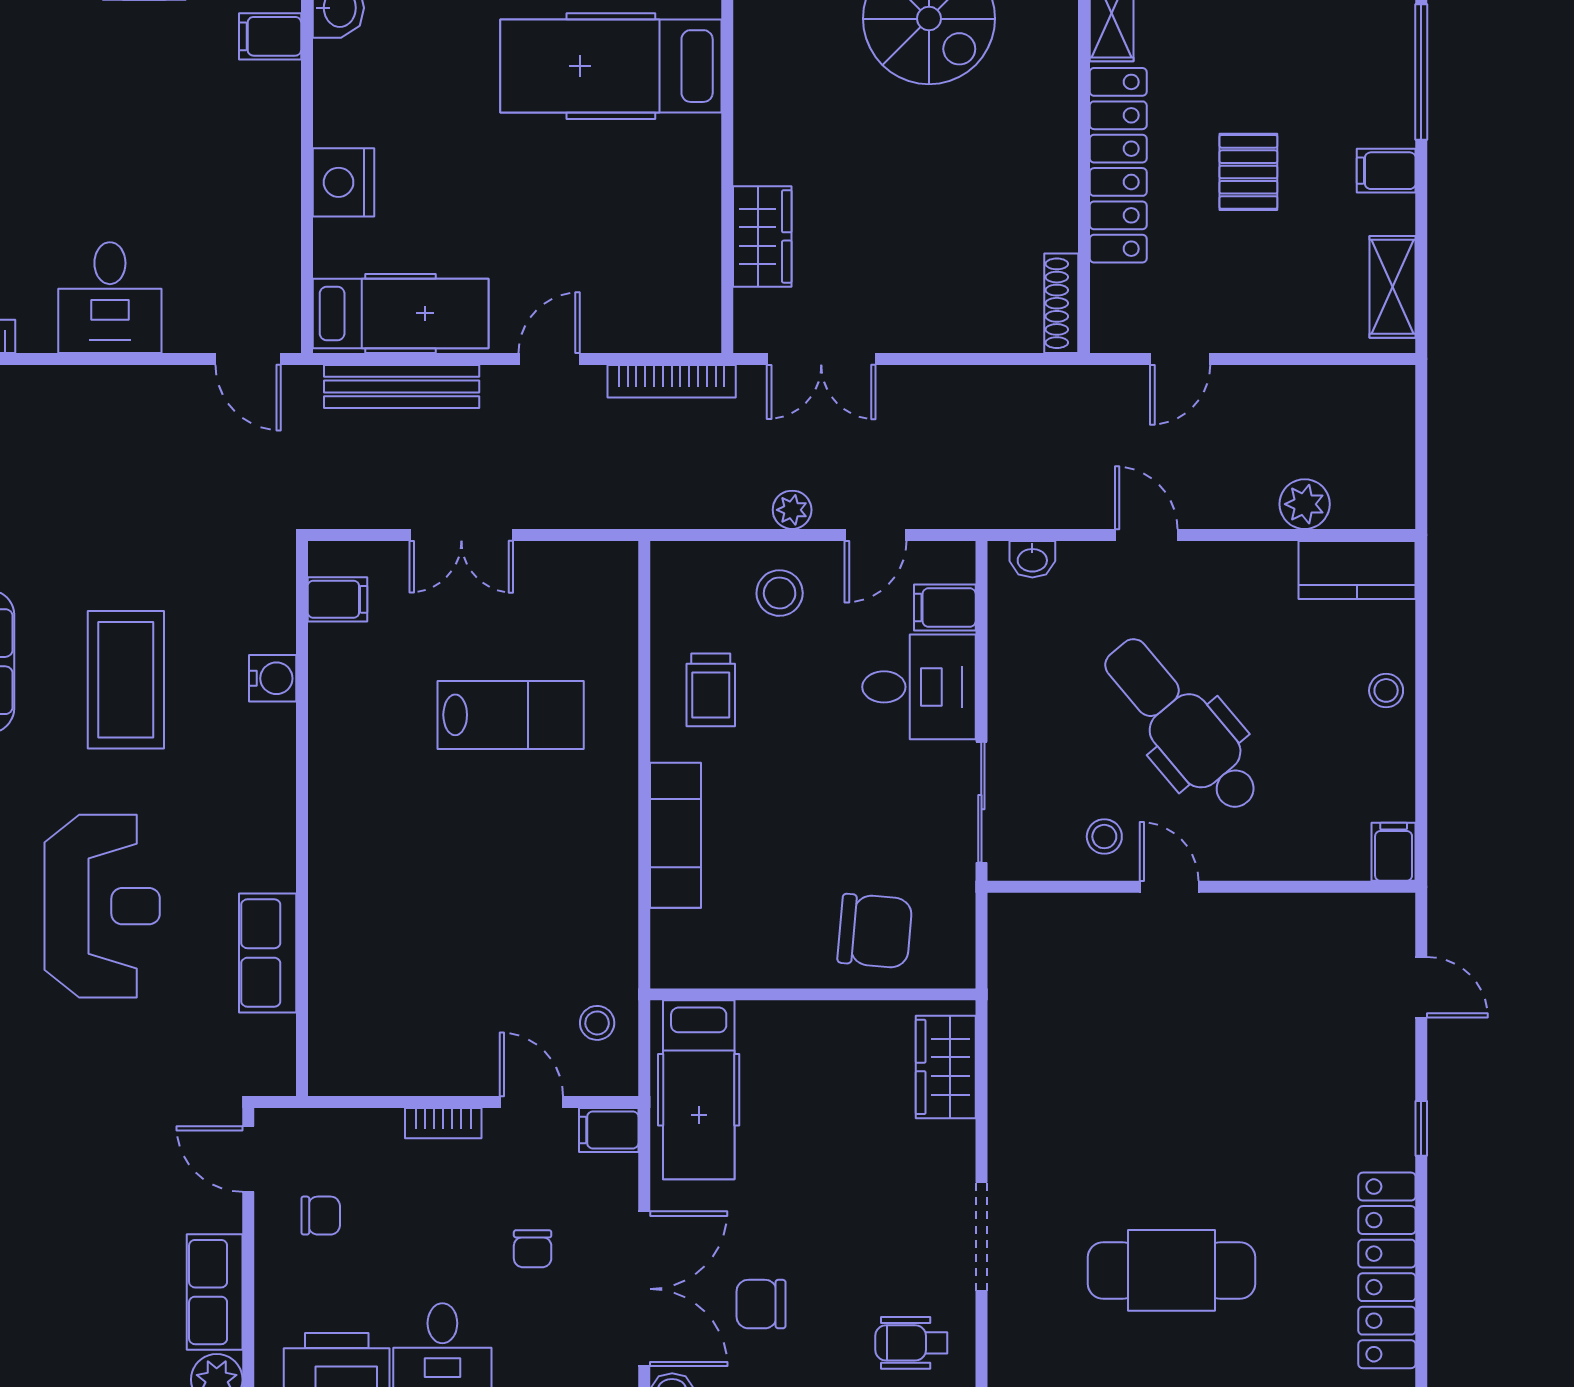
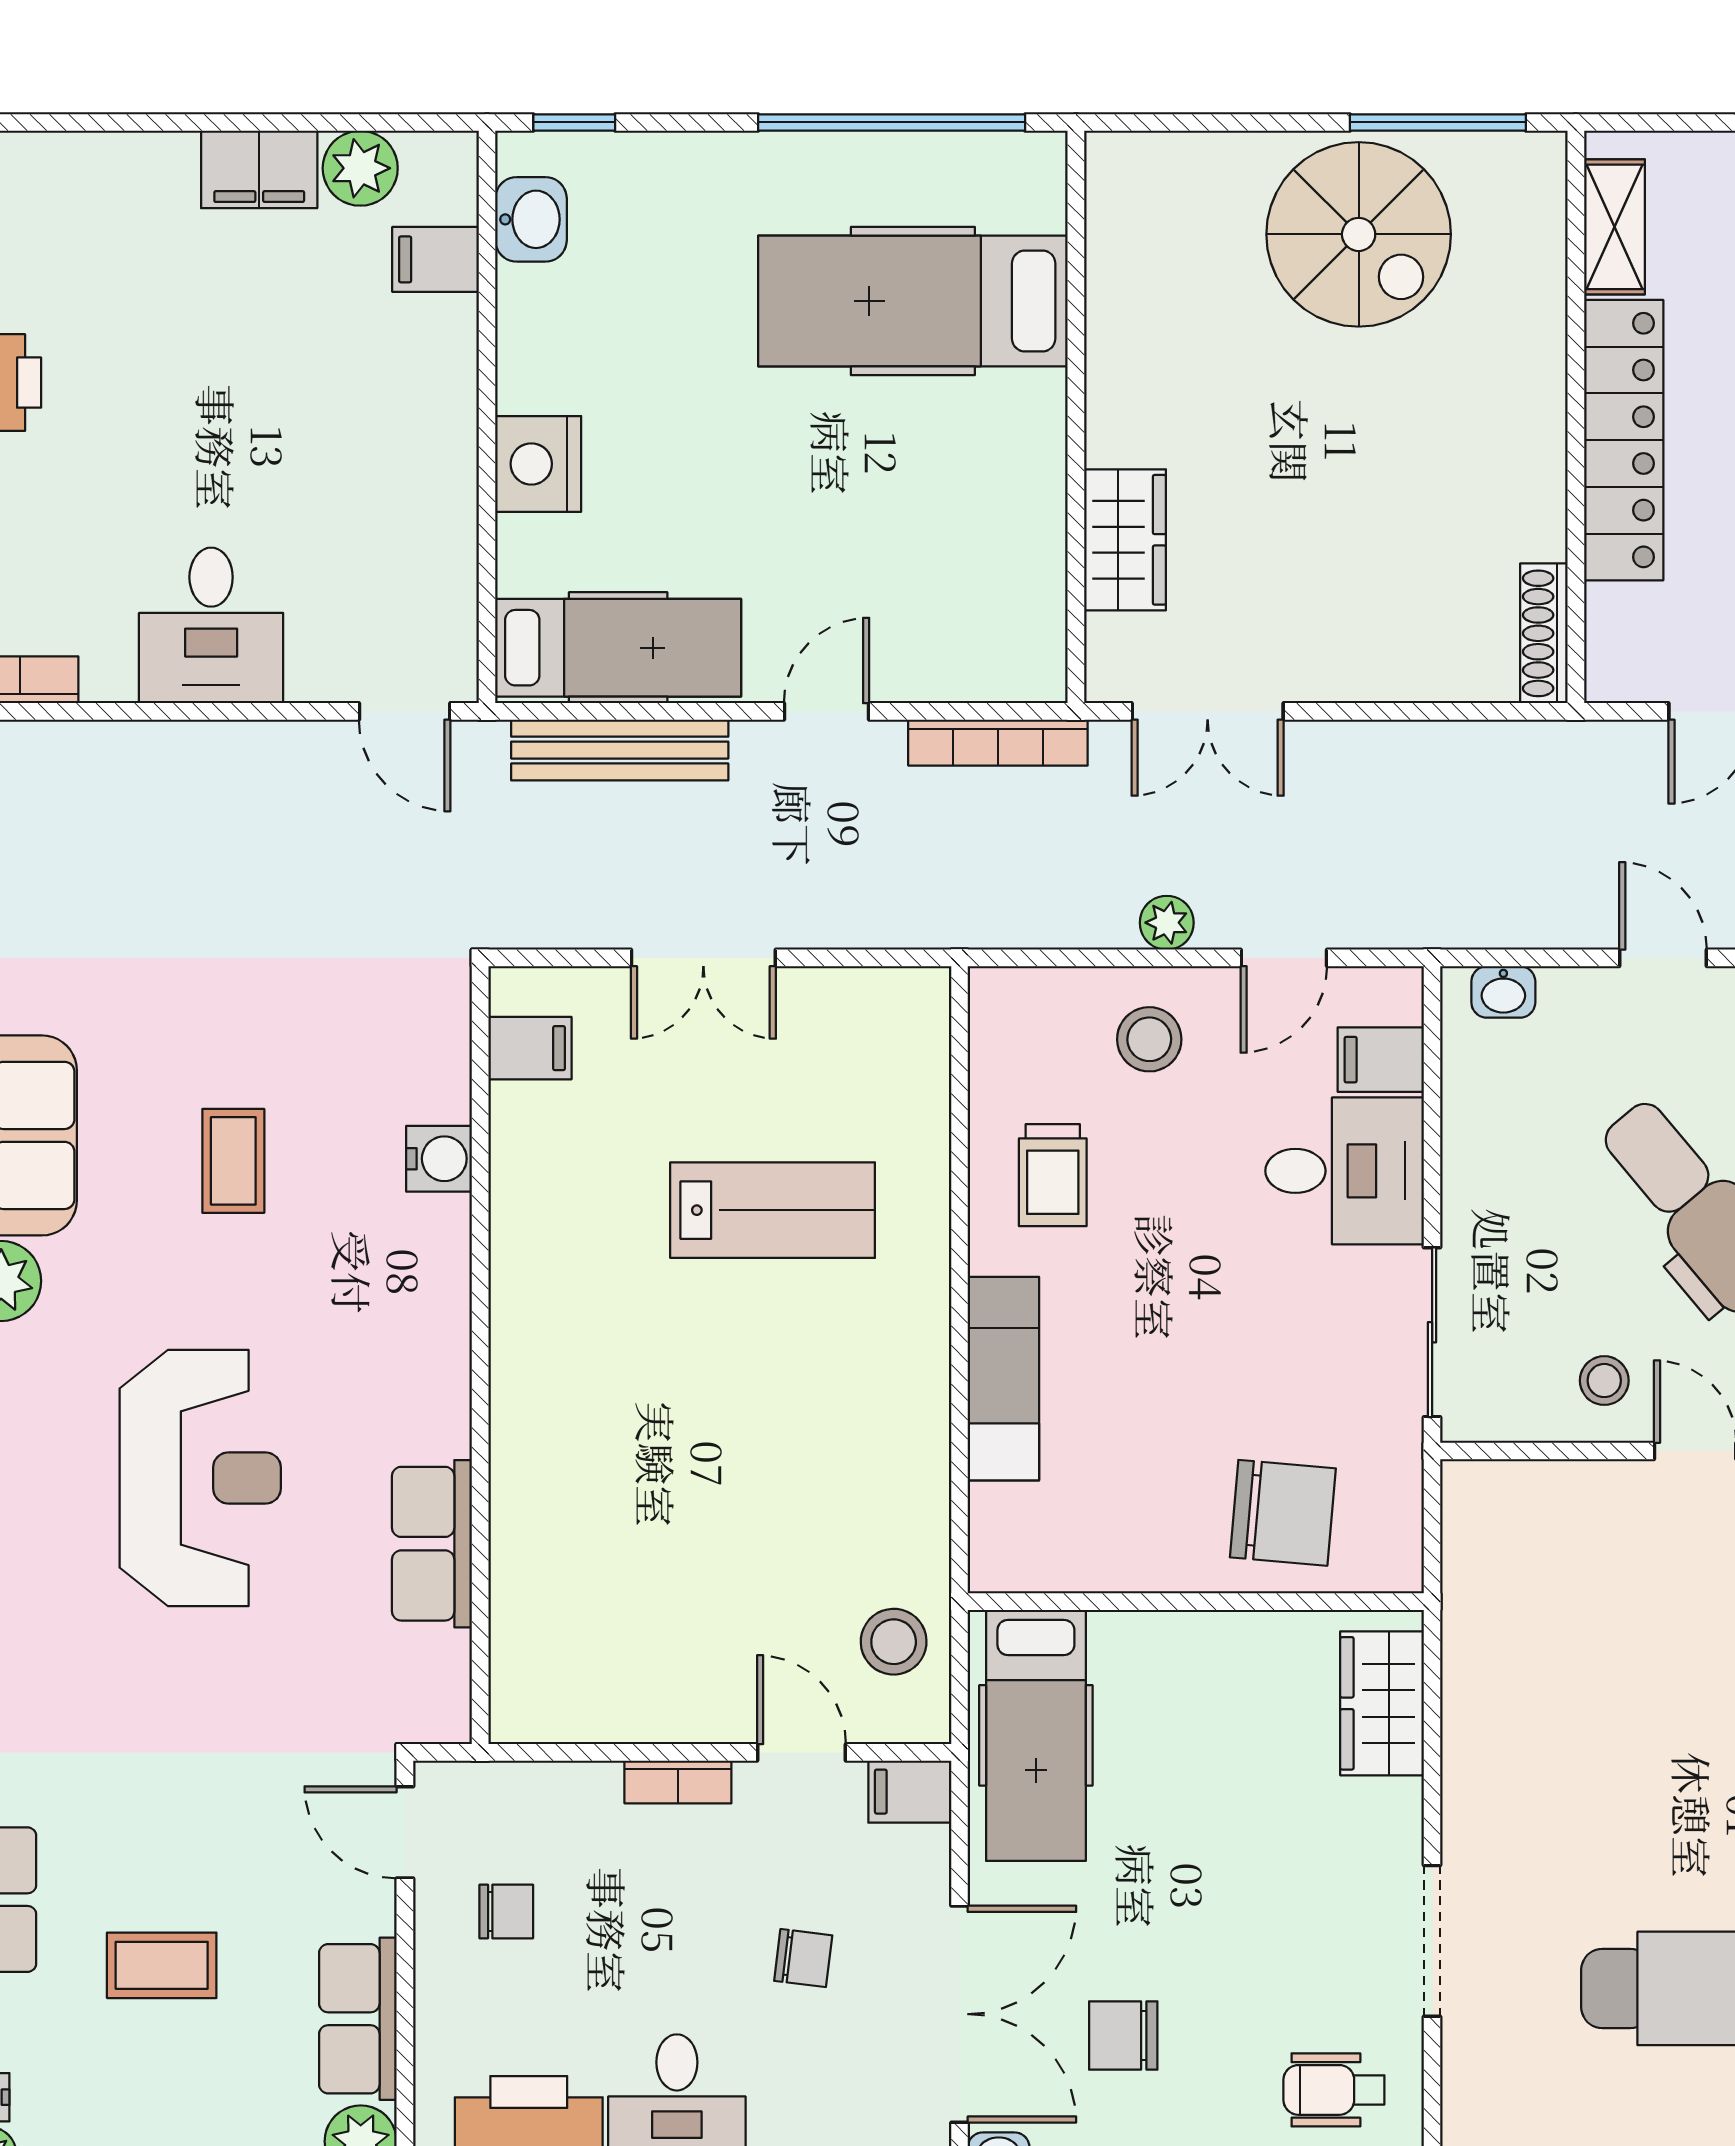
coffee table: (126, 680) -> (233, 1161), width x0.54, depth x0.58
stool: (597, 1023) -> (894, 1642), width x1.37, depth x1.37
chair: (533, 1249) -> (803, 1958), turned -83
coffee table: (75, 1254) -> (162, 1965), added

